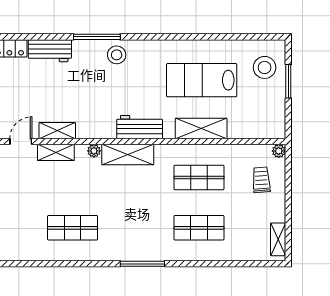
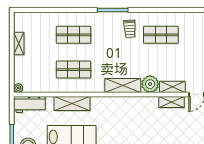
workbench: (140, 127) -> (29, 104), moved
plant: (94, 151) -> (150, 84), width x1.88, depth x1.88
trolley: (261, 180) -> (130, 29), moved
shelving: (278, 239) -> (19, 43), moved

